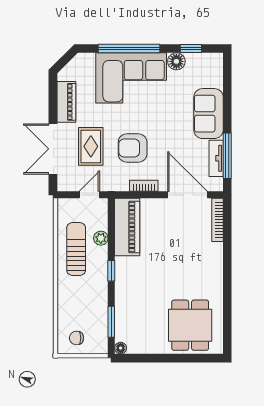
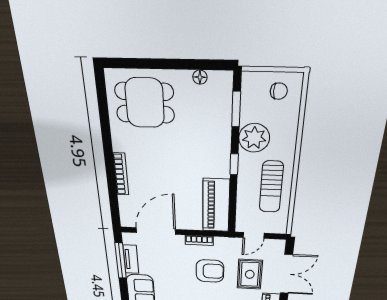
door: (187, 195) -> (156, 231), swing flipped
bookcase: (217, 220) -> (121, 174), moved
plant: (101, 238) -> (254, 138), moved, width x1.88, depth x1.88
dining table: (190, 325) -> (145, 103), turned 90
floor lamp: (121, 348) -> (200, 77), moved

